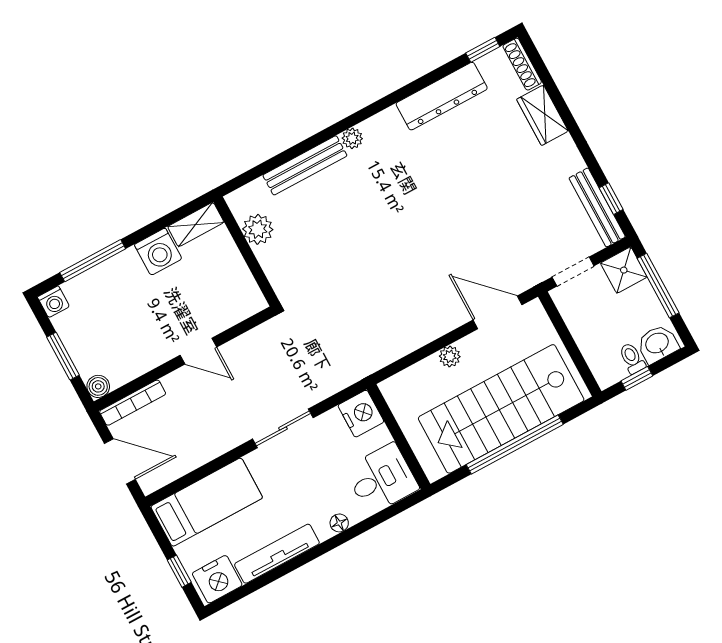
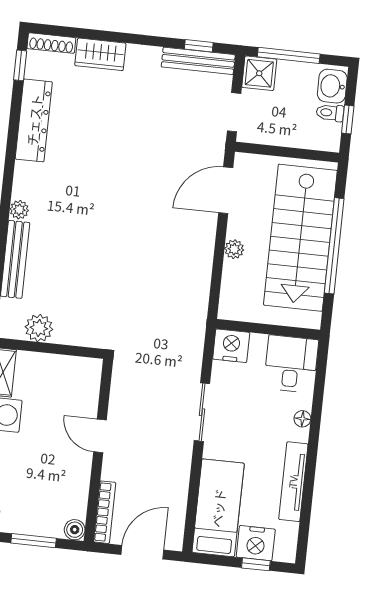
door: (198, 351) -> (100, 436), swing flipped
nightstand: (217, 579) -> (256, 543), moved, turned 90

